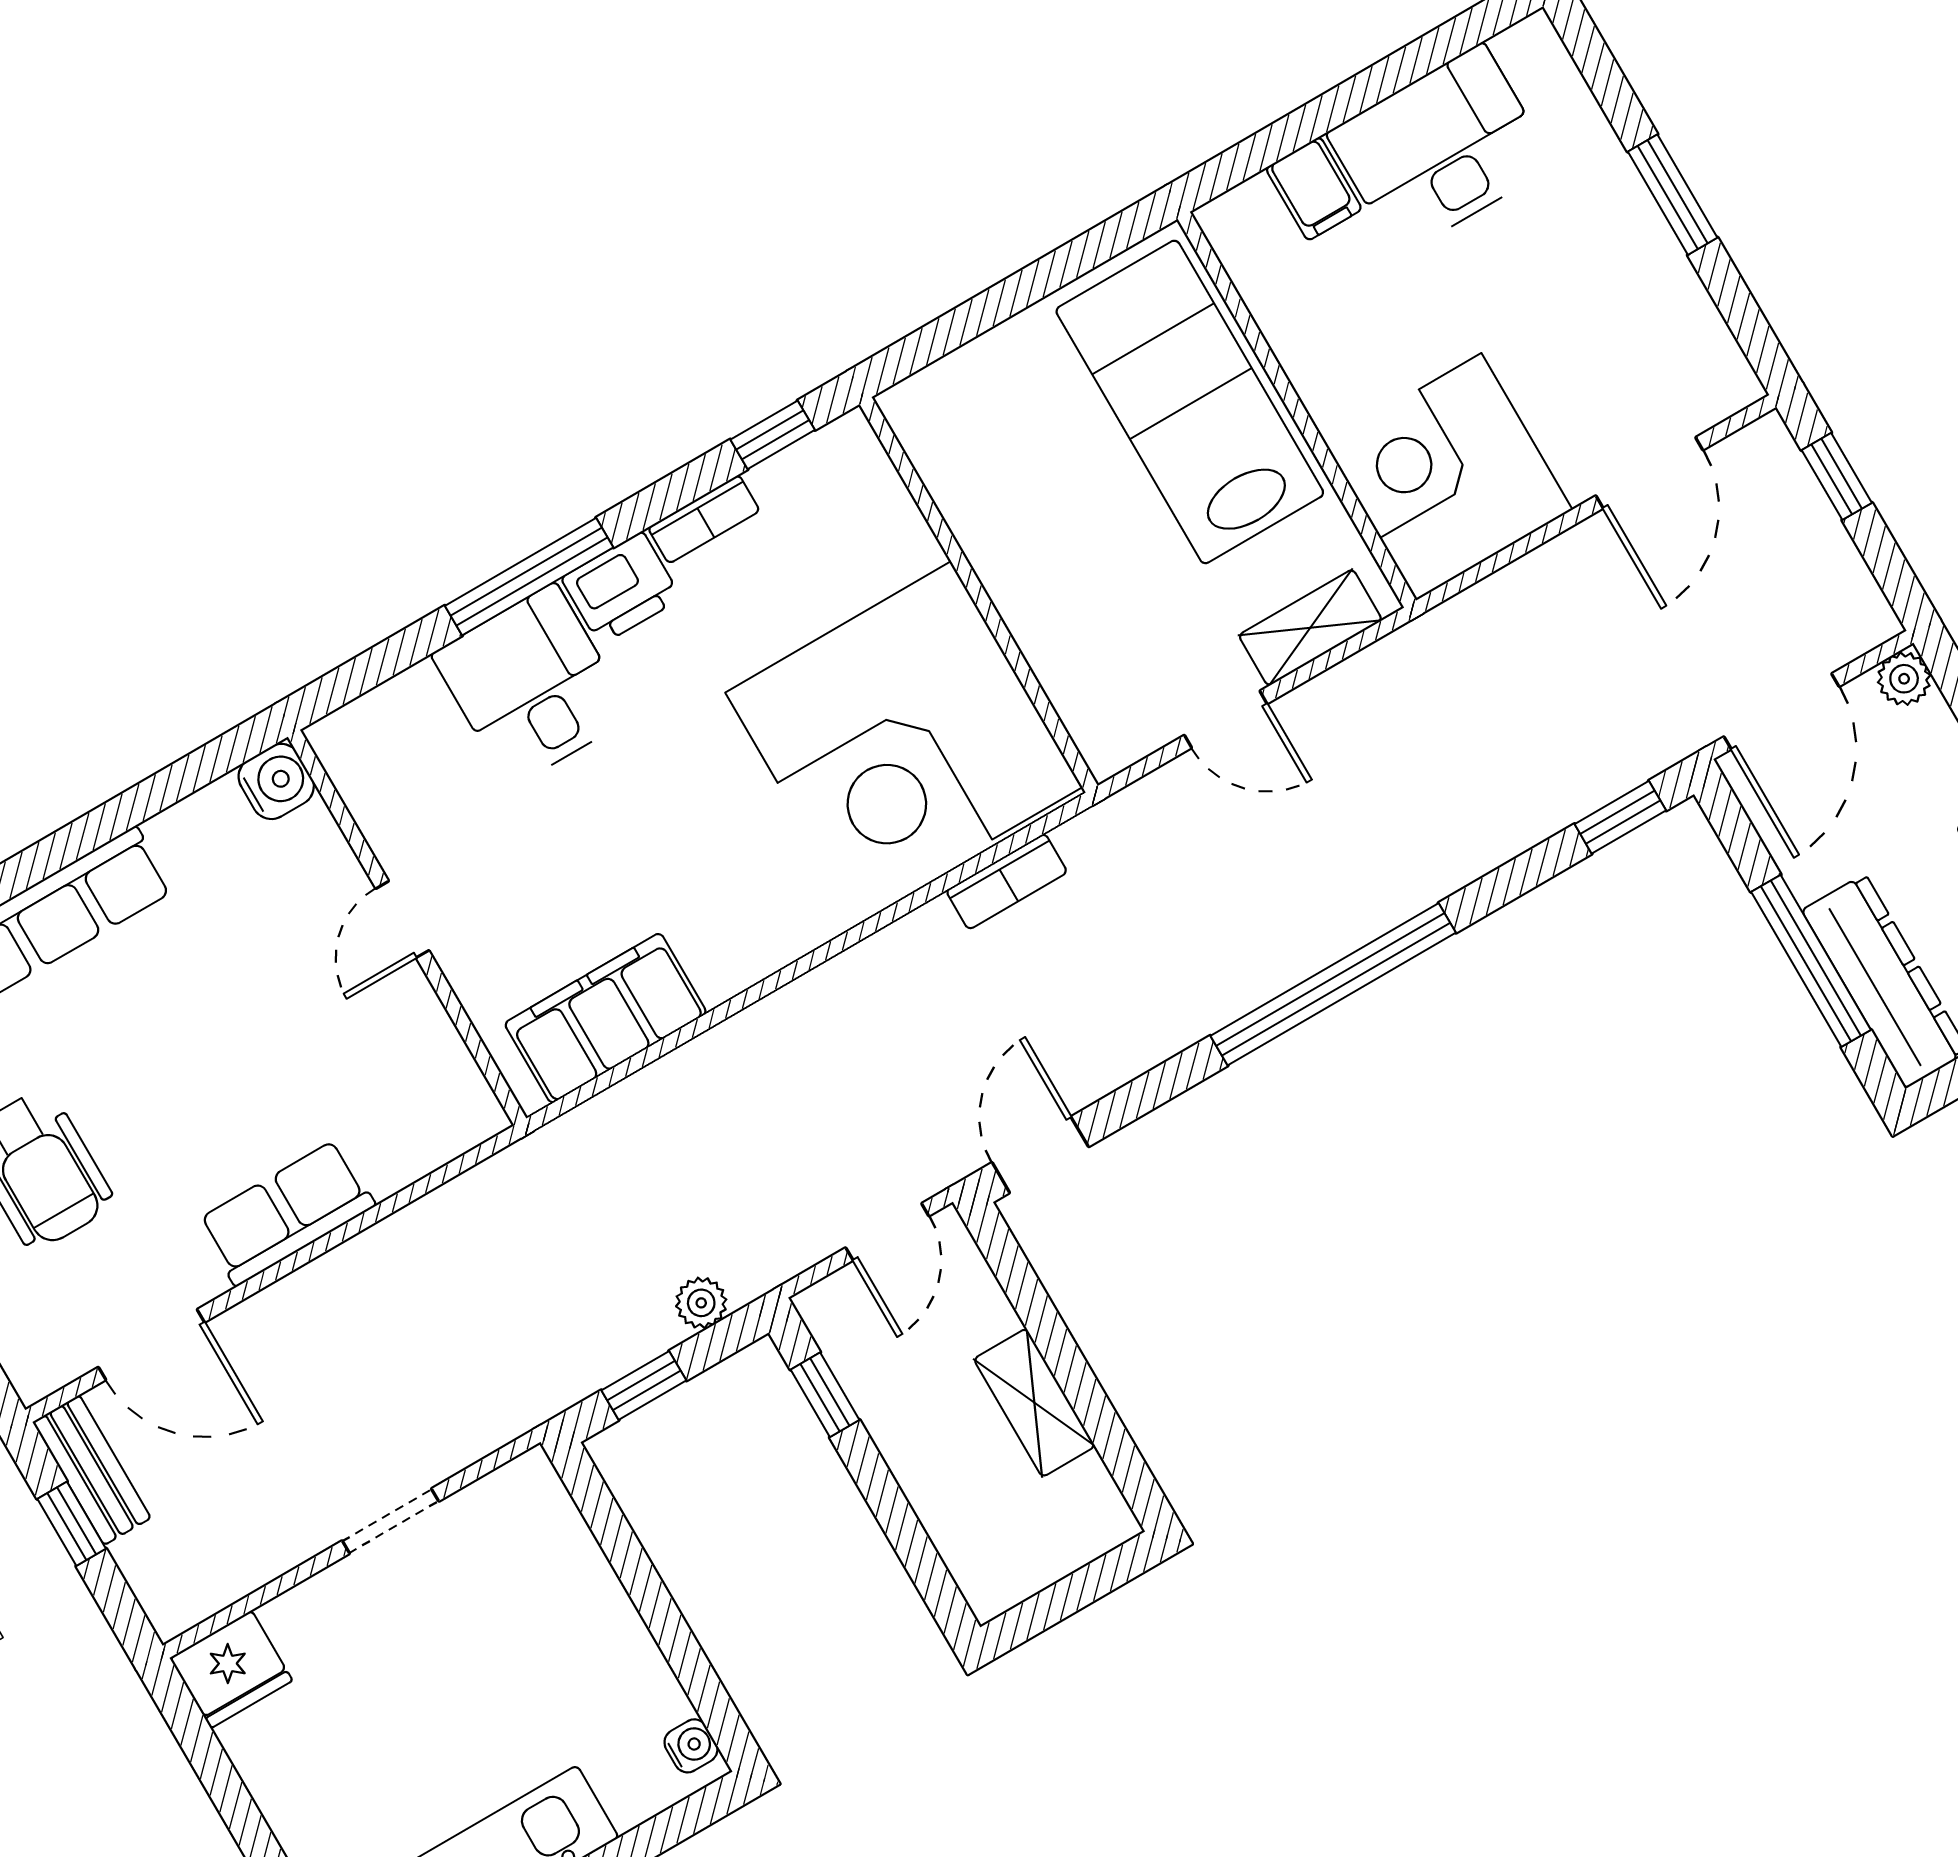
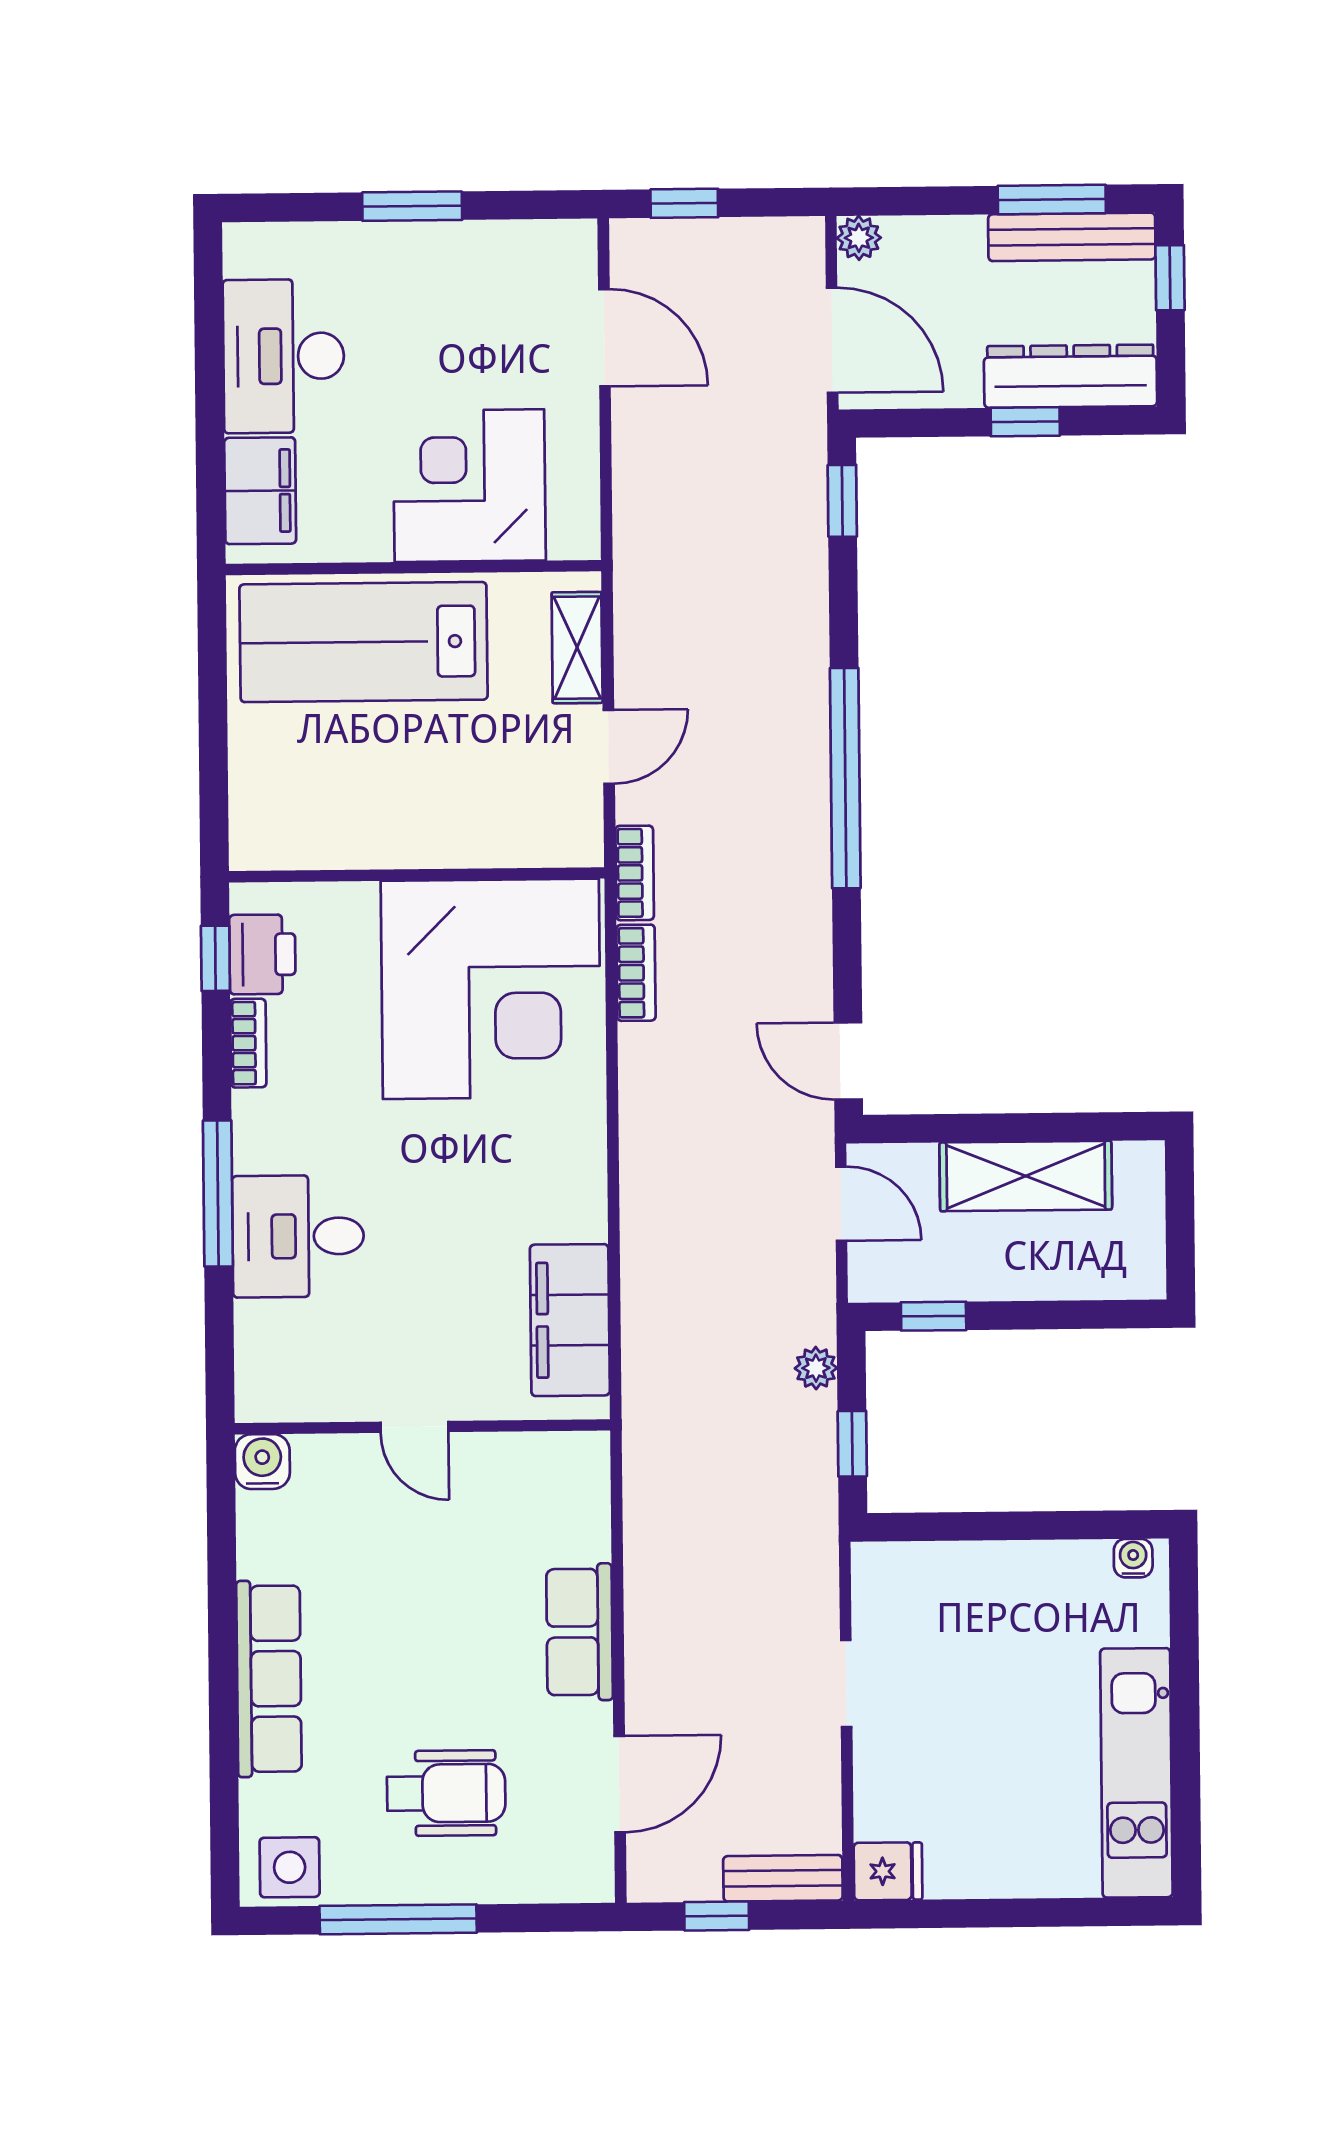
filing cabinet: (1314, 189) -> (260, 491), width x2.00
corner desk: (1449, 477) -> (469, 486), moved, turned 90
printer: (621, 588) -> (262, 954), moved
bookcase: (1110, 821) -> (635, 873), added
window: (1811, 961) -> (1025, 422), width x0.46
shelving: (1034, 1403) -> (1026, 1176), width x1.50, depth x1.33
bench: (92, 1470) -> (783, 1878), moved
fridge: (231, 1669) -> (888, 1871), width x0.72

